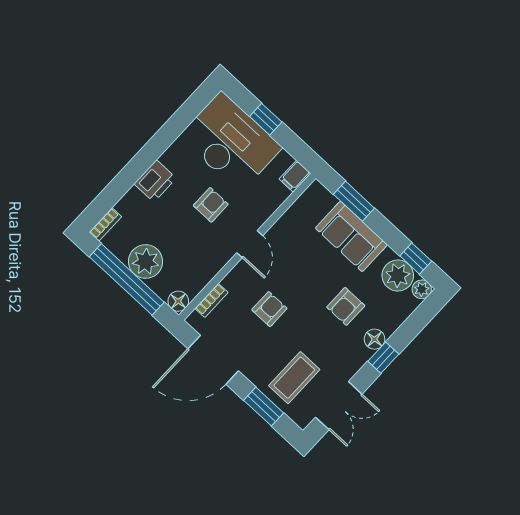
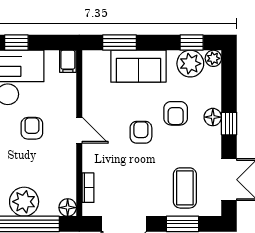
armchair: (269, 309) -> (141, 132), moved

